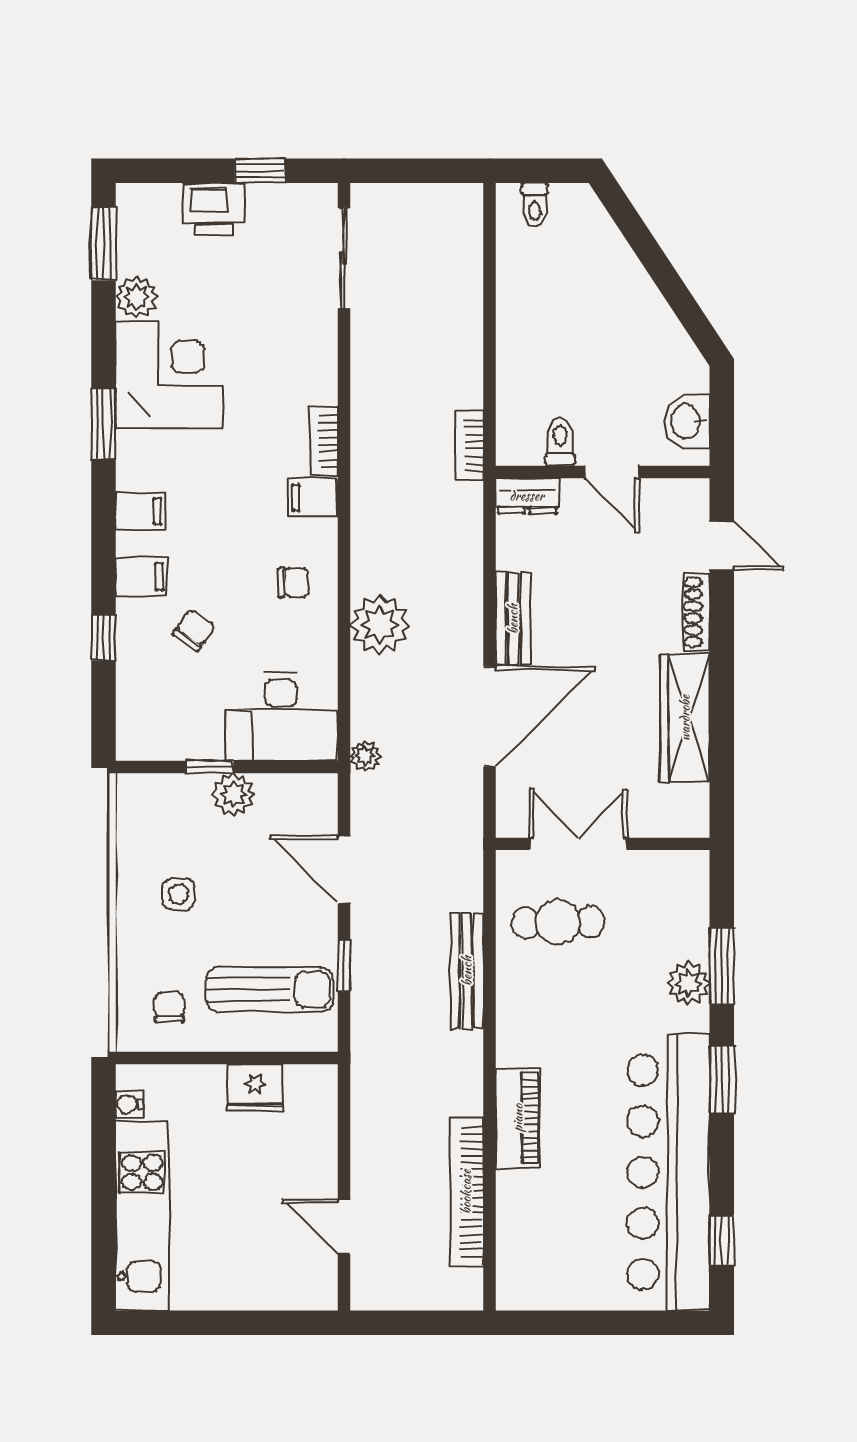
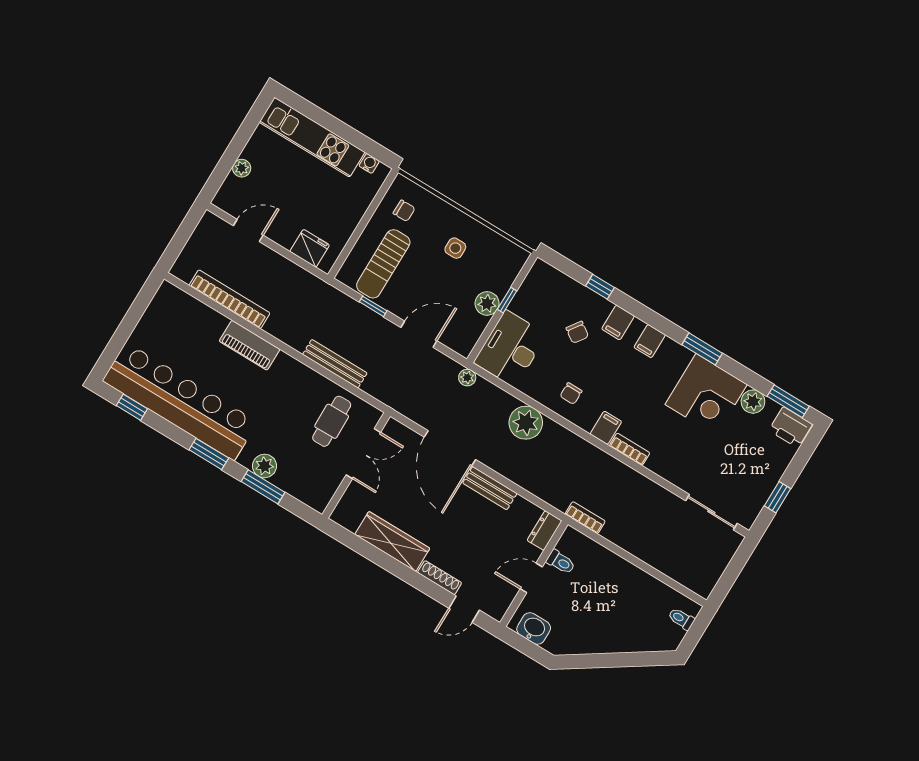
printer: (214, 208) -> (791, 427), moved, turned -90
fridge: (255, 1088) -> (310, 248), moved, turned 90
plant: (255, 1295) -> (242, 168), added

